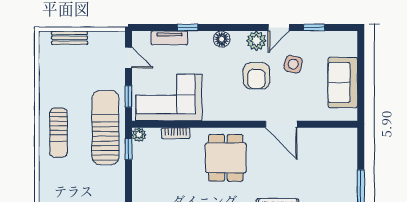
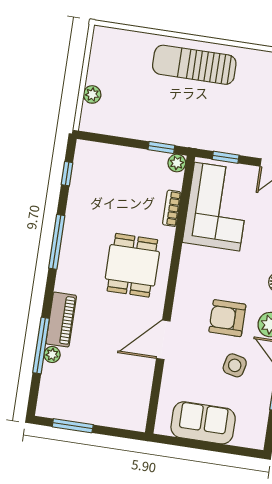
sun lounger: (105, 128) -> (192, 123), removed
sun lounger: (58, 133) -> (194, 65), width x1.36, depth x1.34
dining table: (226, 158) -> (132, 265), turned 90

